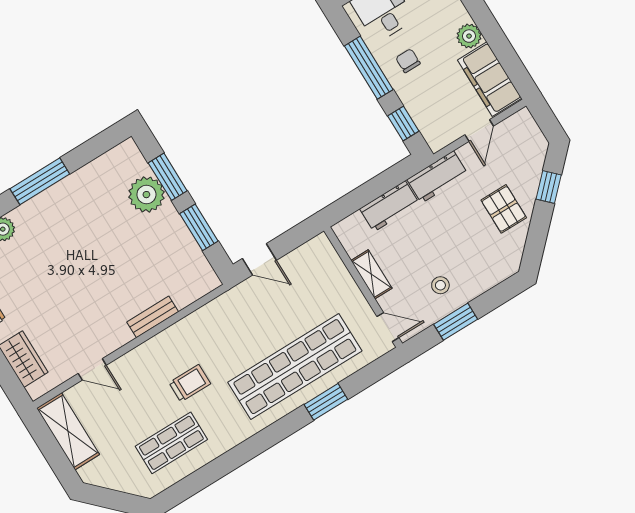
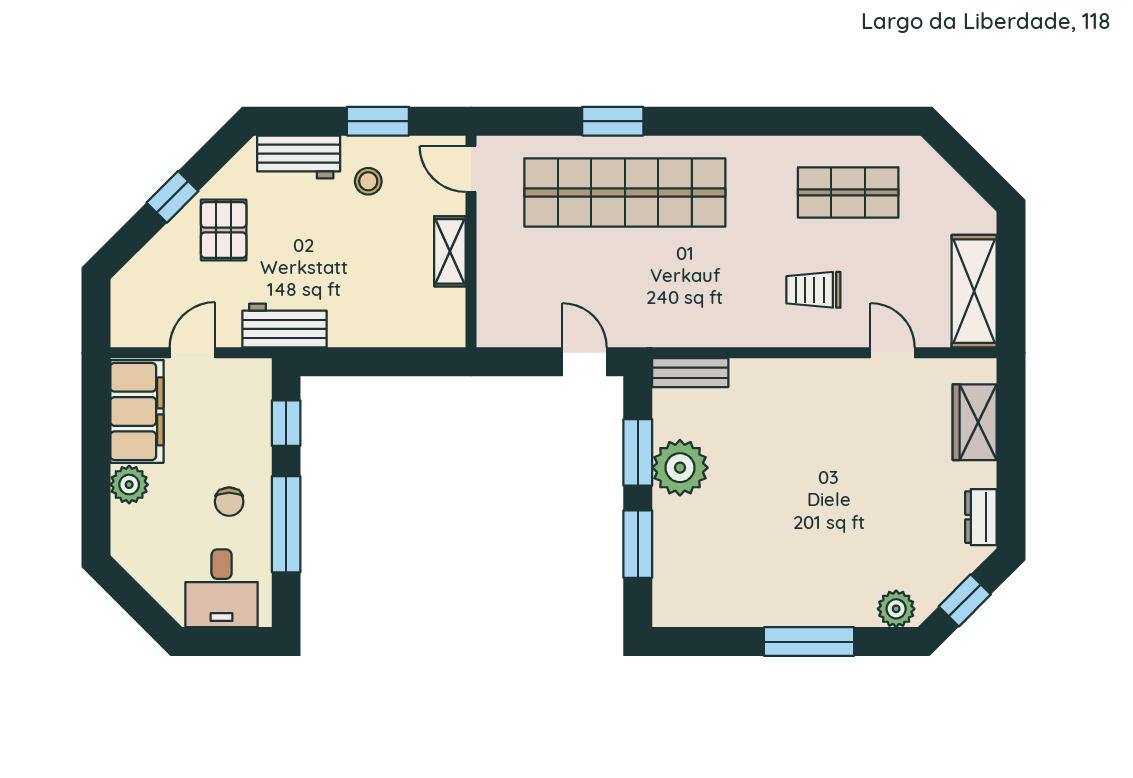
window: (549, 187) -> (172, 197), moved
plant: (146, 195) -> (680, 468), moved
workbench: (390, 206) -> (299, 157), moved, turned 180
bench: (153, 317) -> (690, 373), moved
trolley: (190, 383) -> (813, 290), moved

